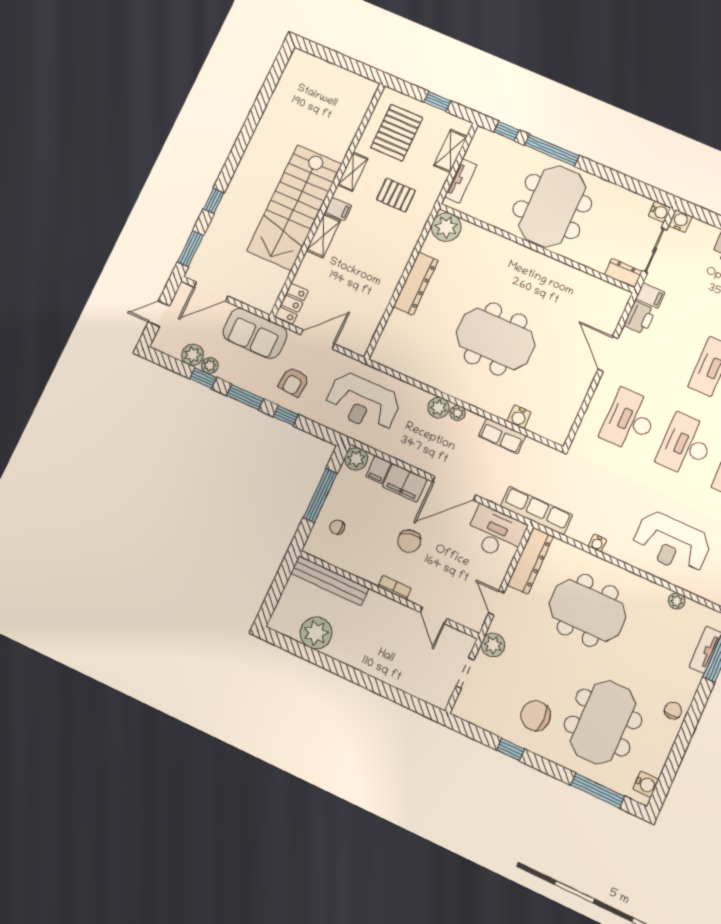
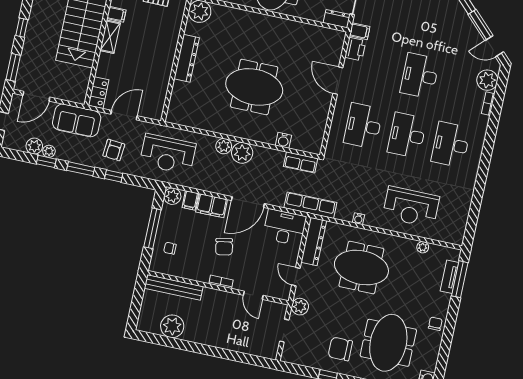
plant: (458, 413) -> (242, 153), width x1.87, depth x1.87
row of seats: (502, 436) -> (301, 162), moved

